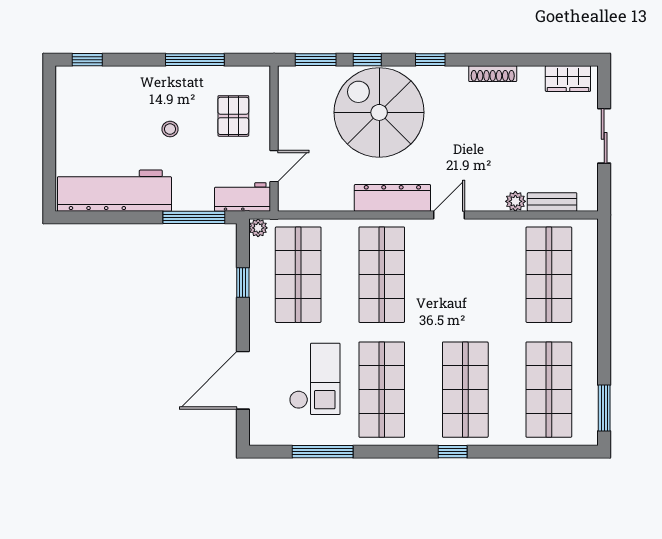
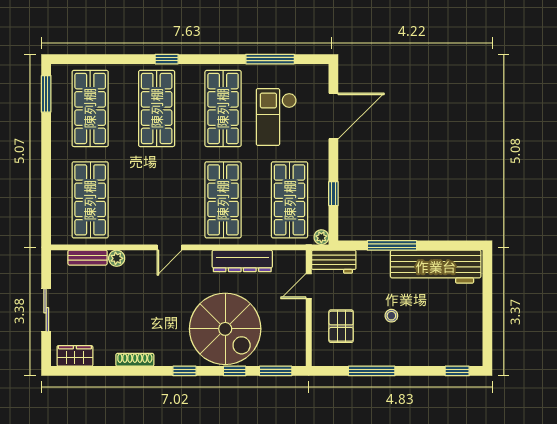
dresser: (392, 198) -> (242, 261), moved
window: (194, 217) -> (392, 245), moved

